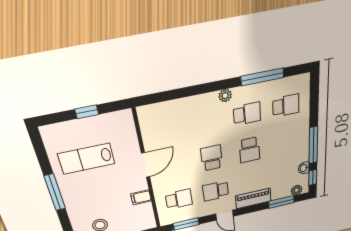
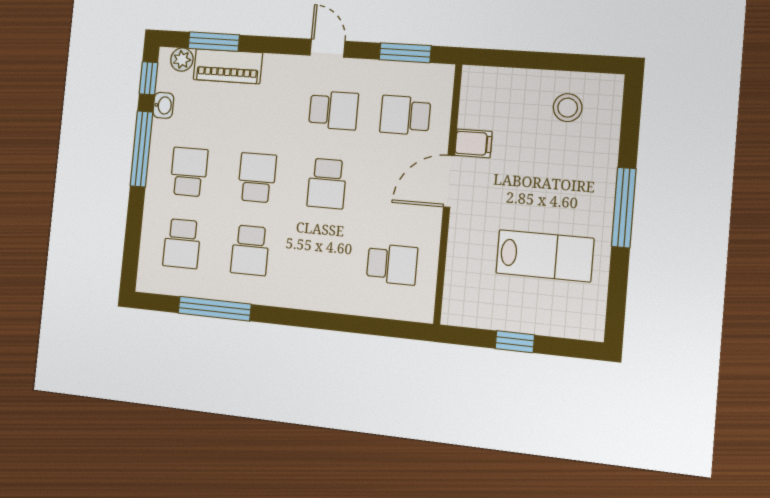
plant: (225, 96) -> (281, 296), removed
school desk: (286, 106) -> (182, 244), turned -90
school desk: (247, 114) -> (250, 250), turned -90
school desk: (167, 130) -> (392, 264), added
school desk: (287, 142) -> (189, 172), added
door: (146, 165) -> (449, 181), moved
piano: (253, 198) -> (228, 66), moved

